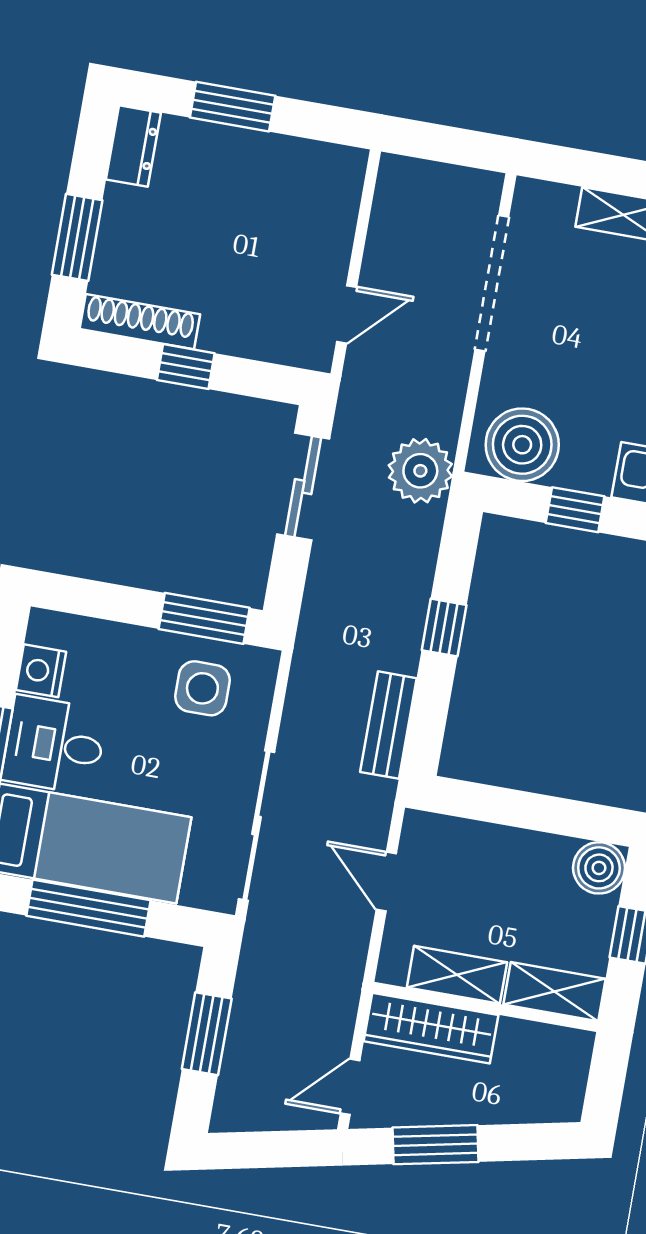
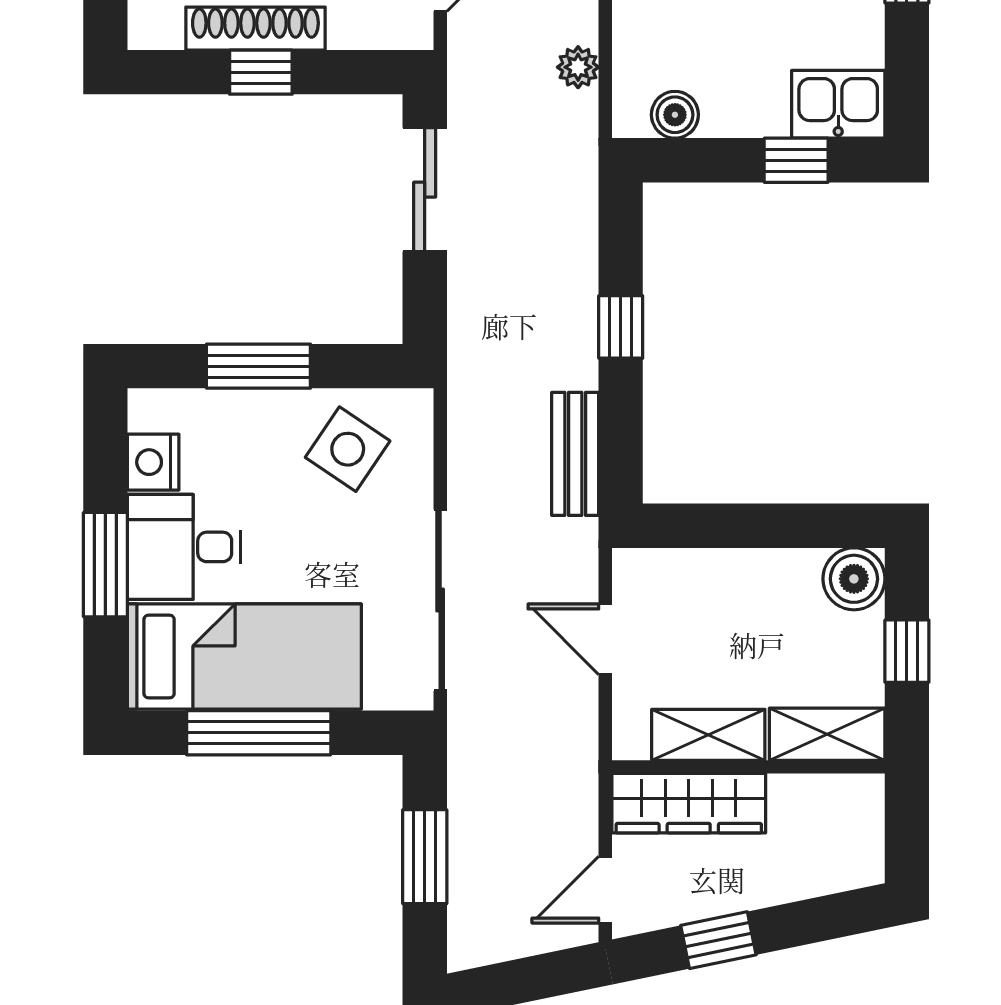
shoe rack: (140, 322) -> (255, 29), moved
boiler: (522, 445) -> (675, 115), width x0.54, depth x0.54
plant: (420, 471) -> (578, 67), moved, width x0.53, depth x0.53
window: (575, 510) -> (796, 160), moved
window: (204, 618) -> (258, 366), moved
side table: (202, 688) -> (348, 449), turned 34
window: (436, 1145) -> (718, 940), width x0.67

